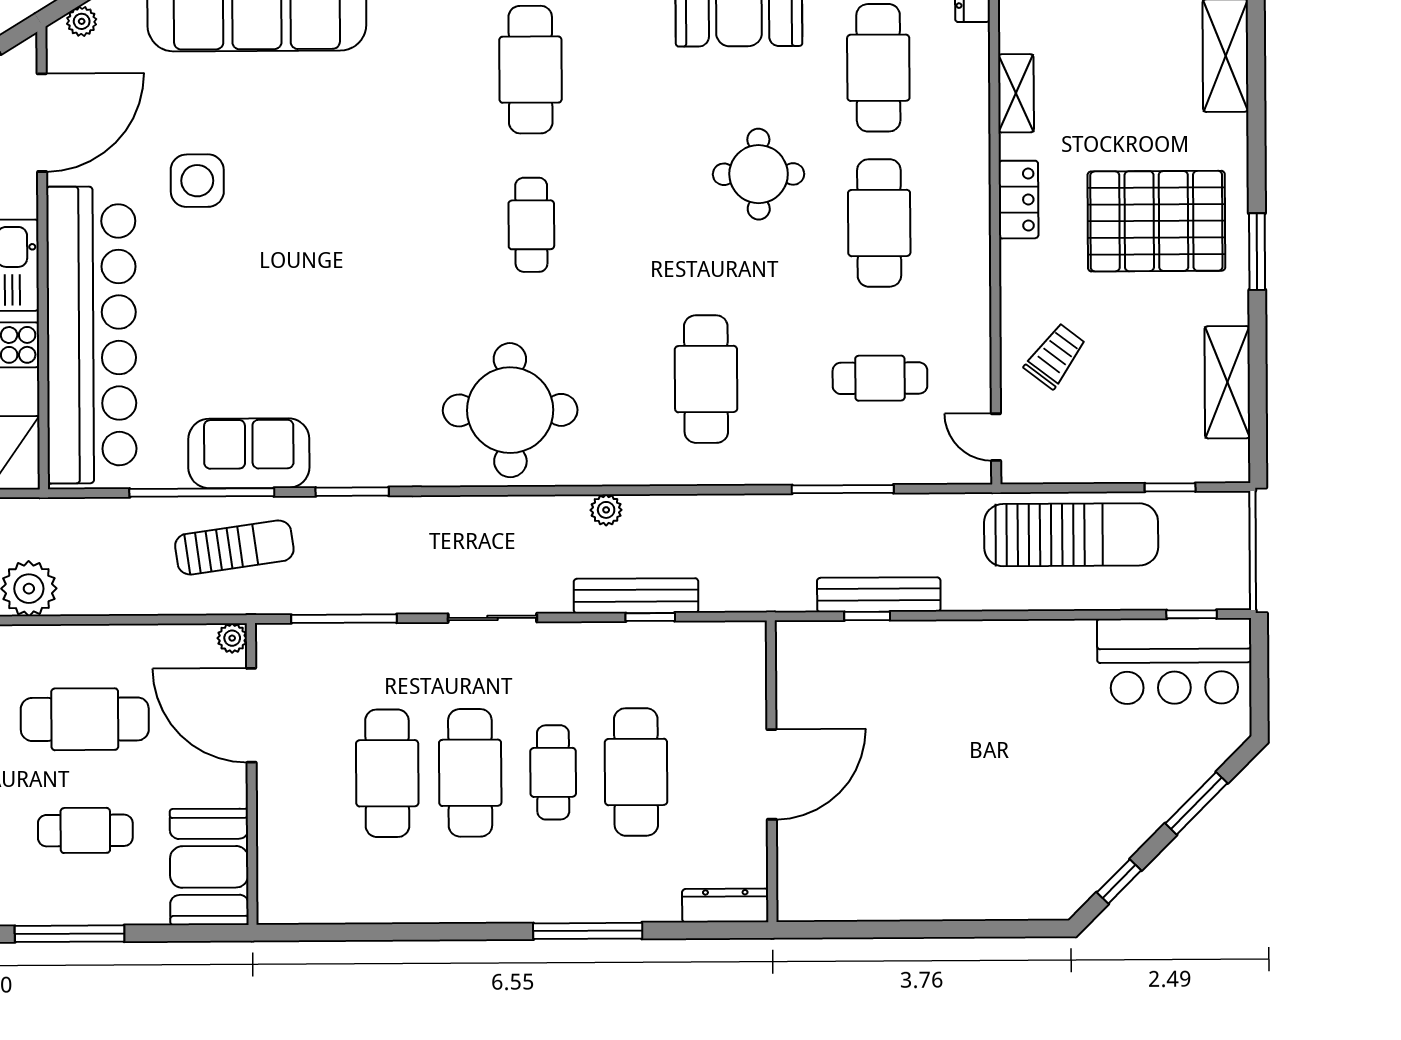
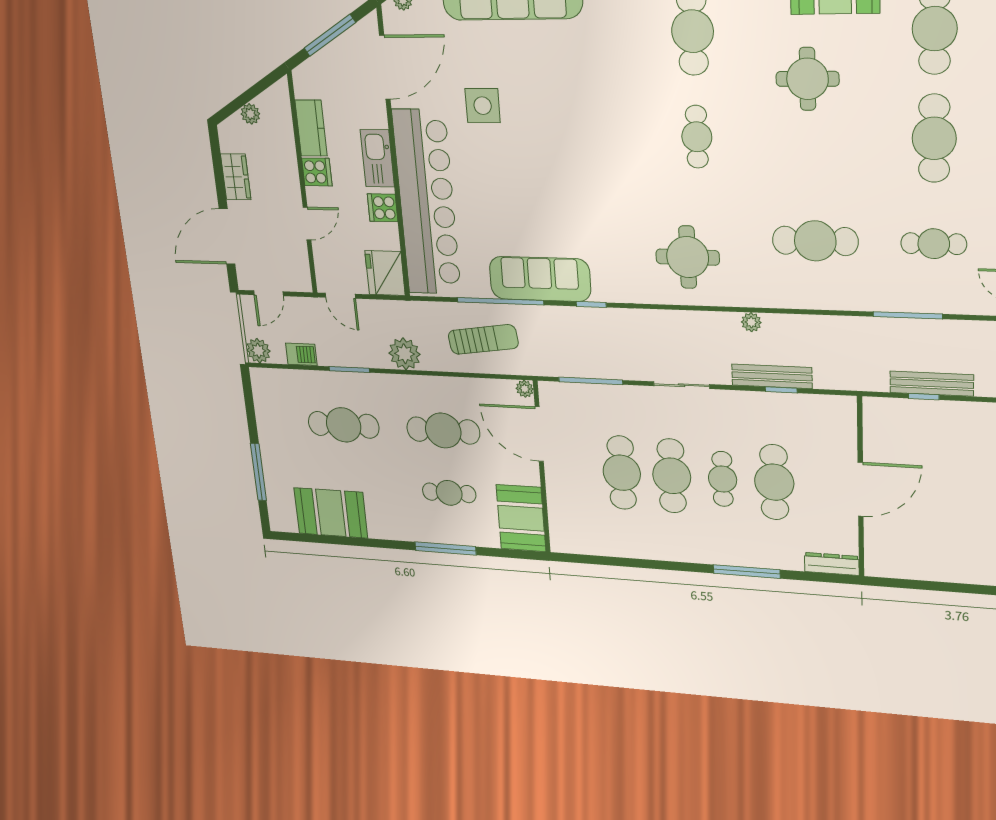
round table: (759, 174) -> (807, 79), moved
cafe table: (706, 379) -> (815, 241), turned 90
round table: (510, 410) -> (688, 257), width x0.73, depth x0.73
sofa: (249, 453) -> (540, 279), width x1.36
window: (352, 492) -> (591, 304), width x0.67
sun lounger: (234, 547) -> (483, 339), moved

